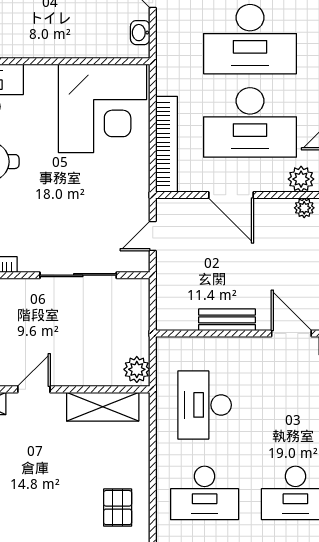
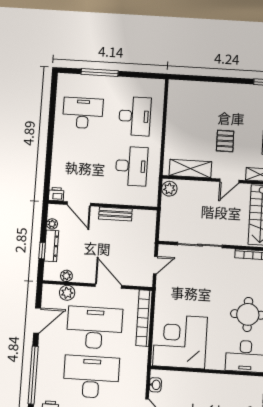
desk: (205, 493) -> (135, 116), turned 90
pallet: (118, 508) -> (225, 141), moved

